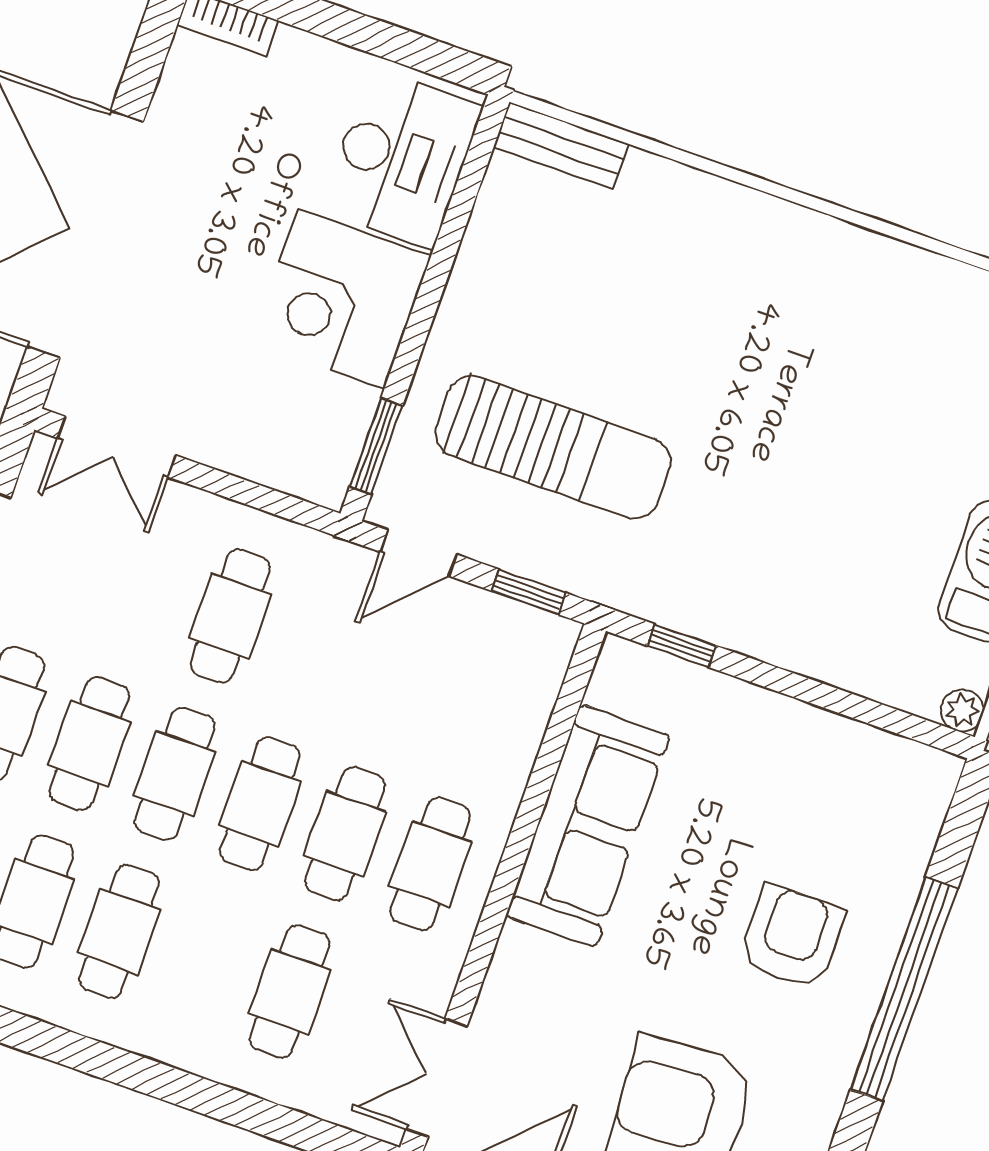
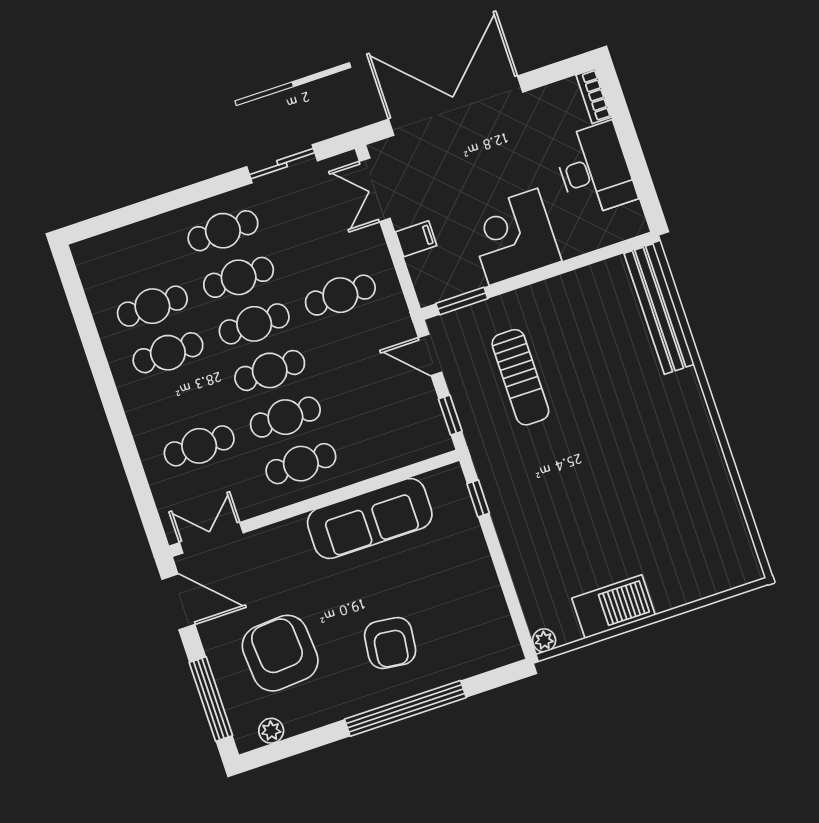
bench: (561, 146) -> (659, 309), width x1.86, depth x1.21
desk: (402, 159) -> (595, 169), moved, turned -90
filing cabinet: (234, 442) -> (416, 239), added
sun lounger: (553, 447) -> (520, 377), width x0.73, depth x0.75
armchair: (792, 937) -> (390, 643), turned 97

